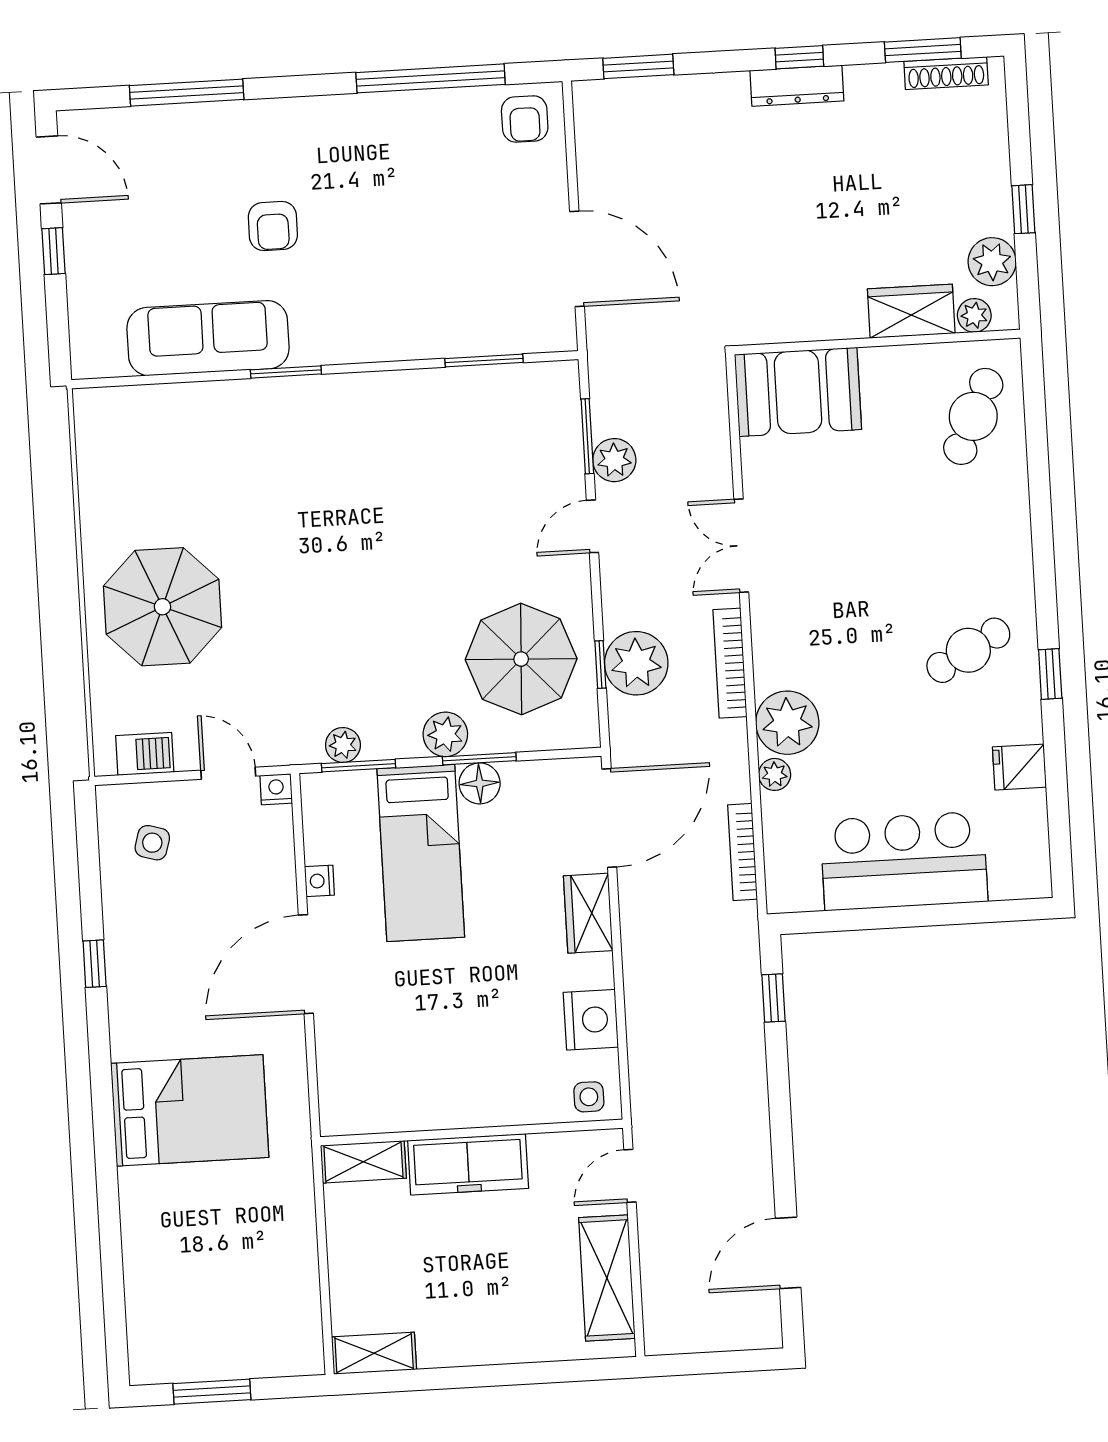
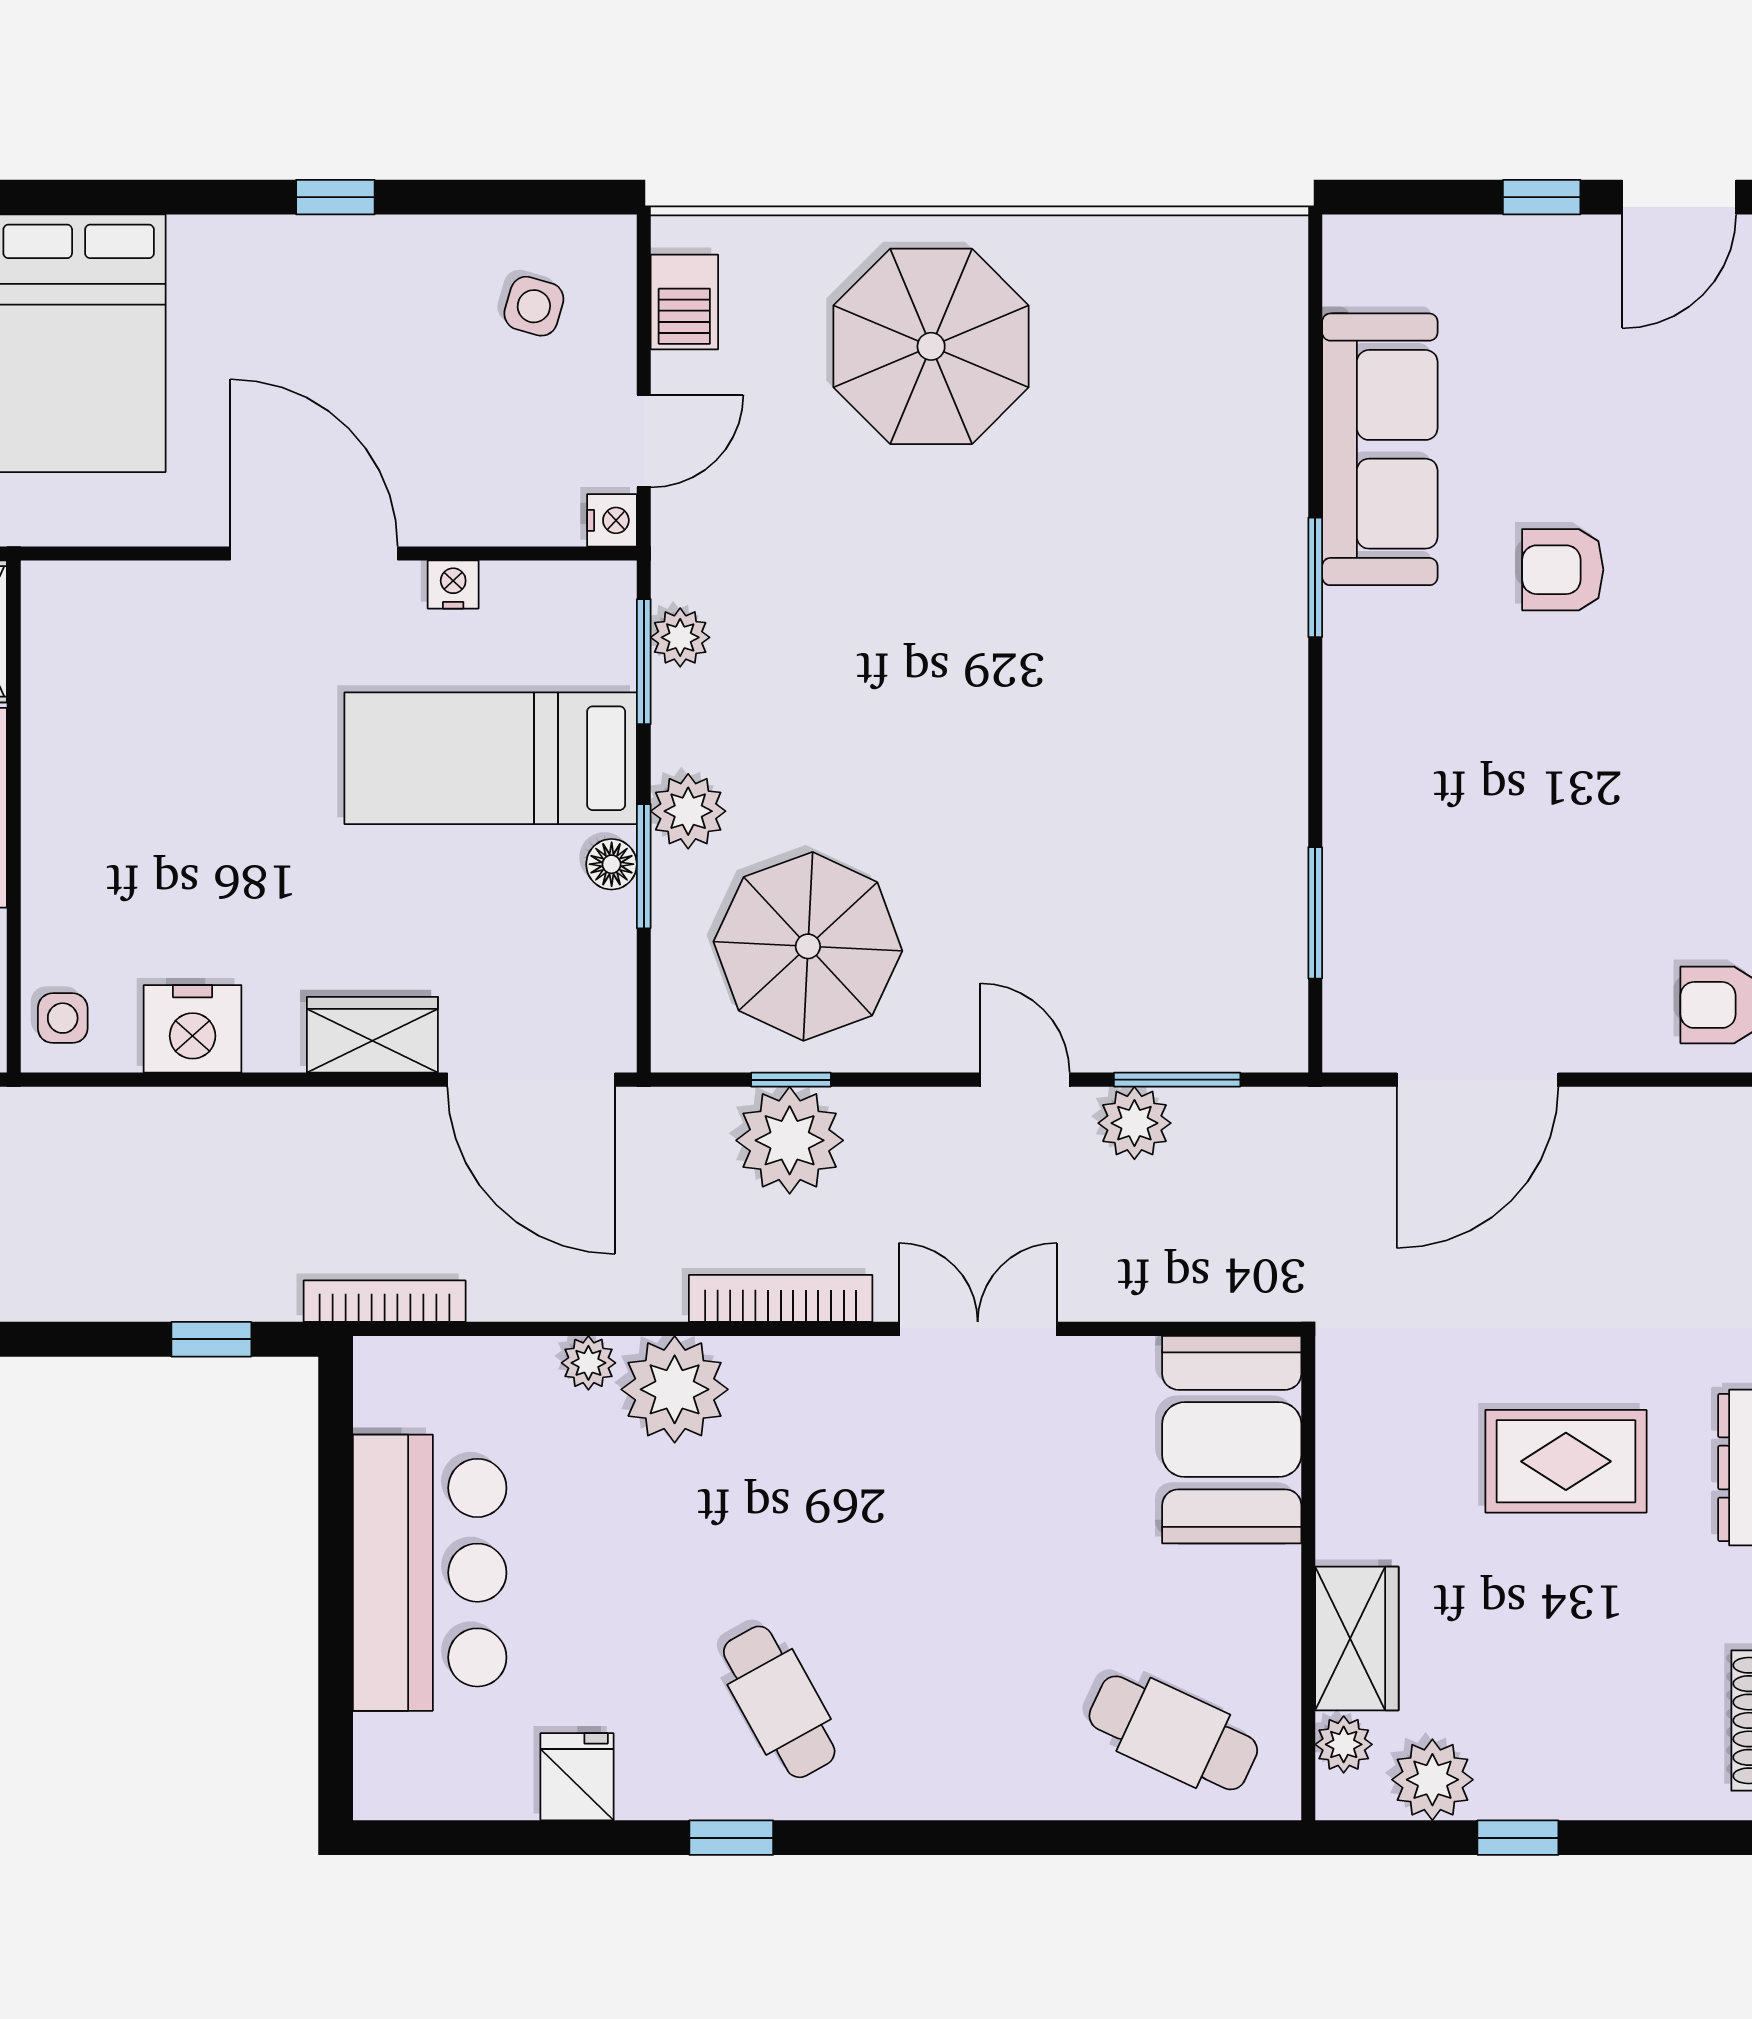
rug: (799, 194) -> (1566, 1461), added
floor lamp: (480, 783) -> (612, 864), width x0.73, depth x0.73
bookcase: (743, 852) -> (385, 1301), moved

